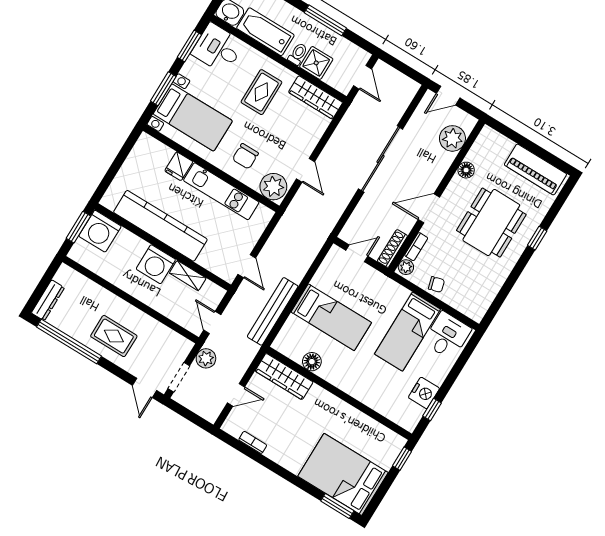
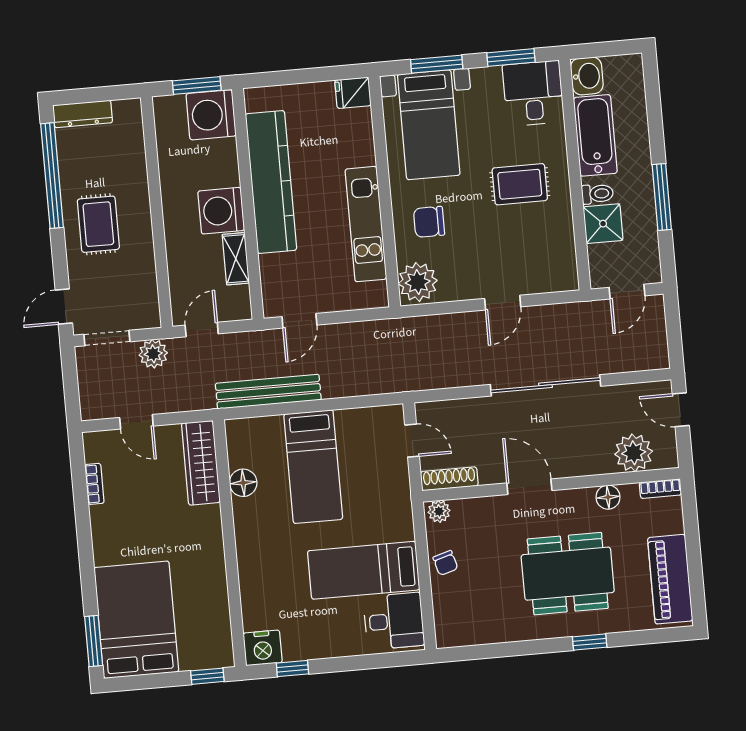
wardrobe: (316, 97) -> (561, 253), removed
fridge: (179, 166) -> (353, 93), moved
door: (306, 170) -> (503, 303), moved
bookcase: (416, 247) -> (660, 489), moved
nightstand: (424, 393) -> (263, 648), moved

